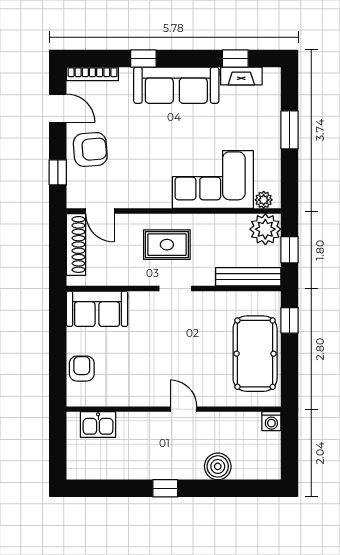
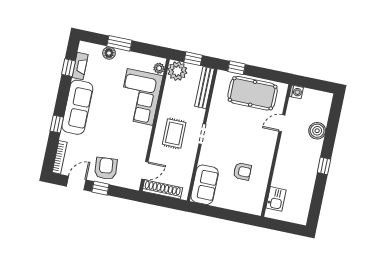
floor lamp: (271, 117) -> (109, 53), added
window: (58, 172) -> (100, 188), moved
armchair: (82, 369) -> (242, 171), moved, turned 180
door: (183, 409) -> (282, 123), moved

